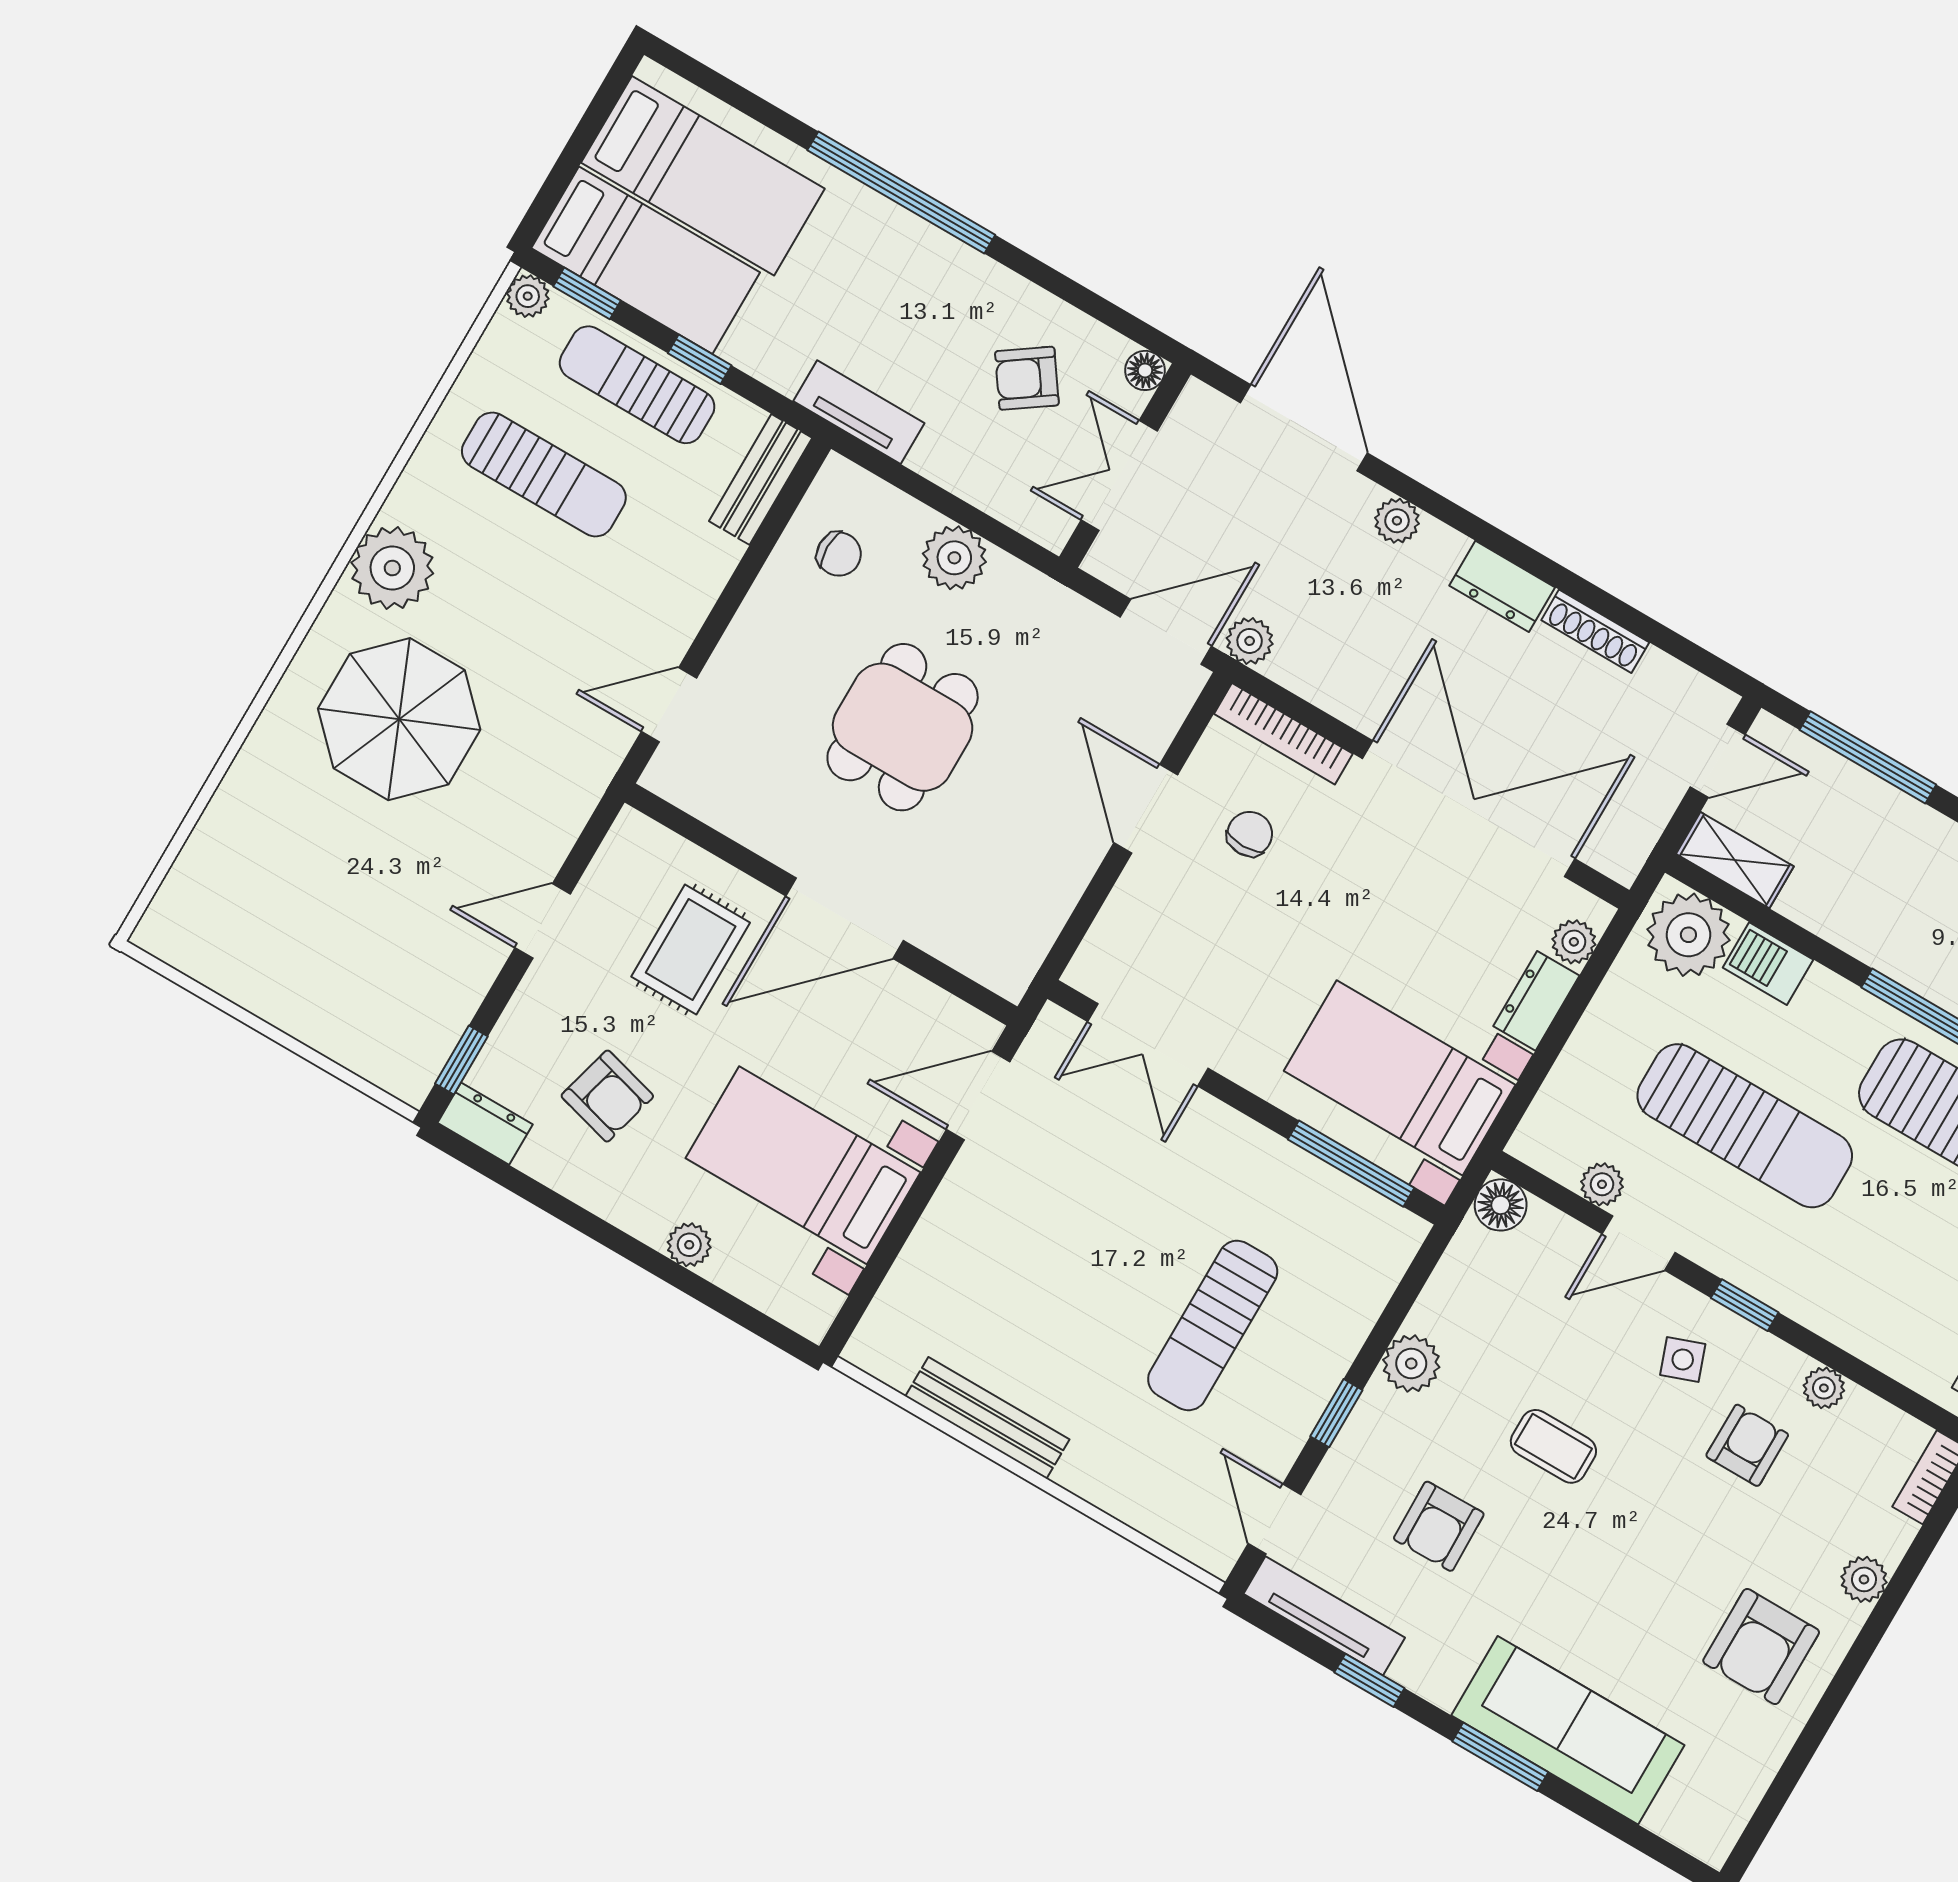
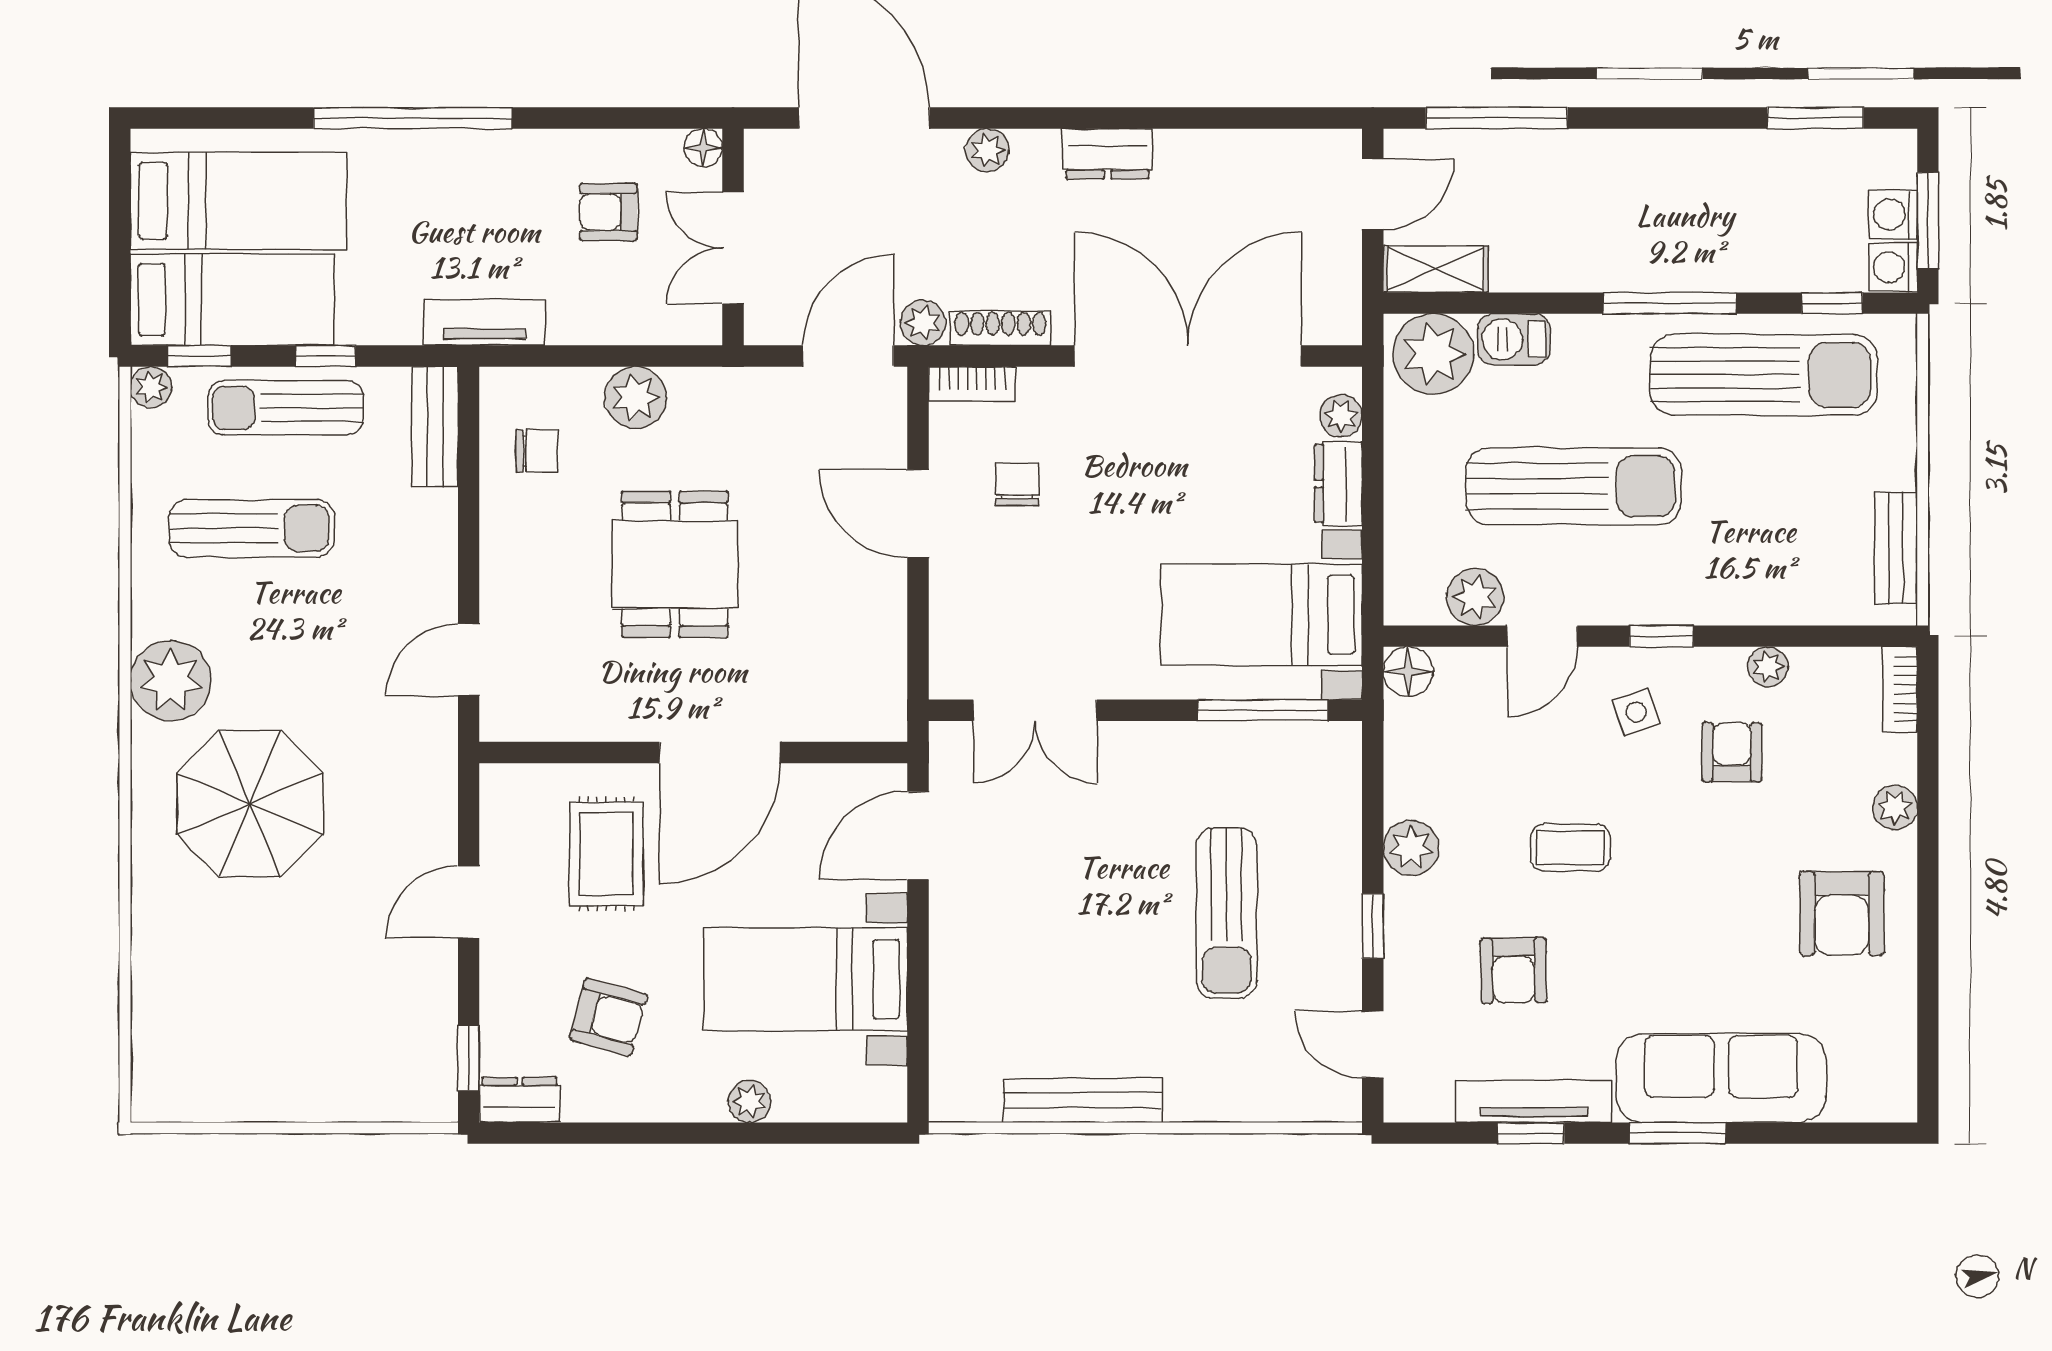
armchair: (1027, 378) -> (608, 212), turned 35
shoe rack: (1595, 631) -> (1000, 328), moved, turned 180
bookcase: (1283, 734) -> (972, 384), width x0.64
plant: (1602, 1184) -> (1475, 597), width x1.38, depth x1.38
tv unit: (1324, 1616) -> (1534, 1101), moved

